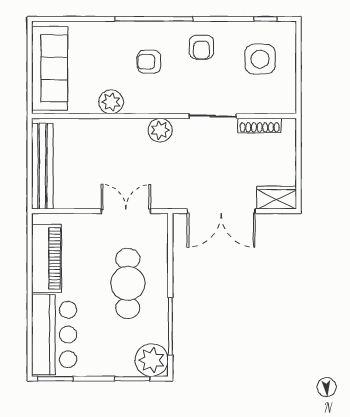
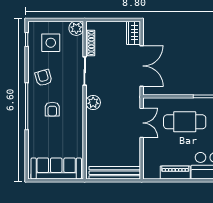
armchair: (201, 47) -> (44, 78), turned -106
plant: (111, 102) -> (76, 28), moved
double door: (126, 211) -> (142, 123), swing flipped
piano: (47, 258) -> (175, 172), width x0.73, depth x0.75

